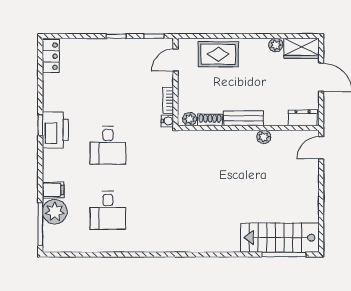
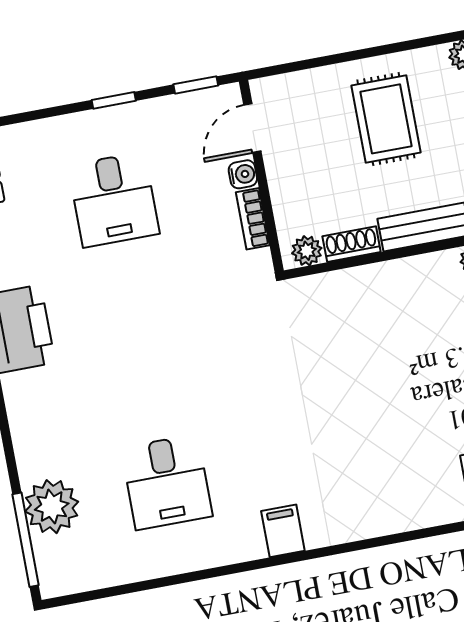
rug: (218, 54) -> (386, 119), moved, turned 90
water cooler: (167, 121) -> (243, 174), moved
desk: (108, 145) -> (114, 200), moved
filing cabinet: (53, 190) -> (283, 531), moved, turned -90

